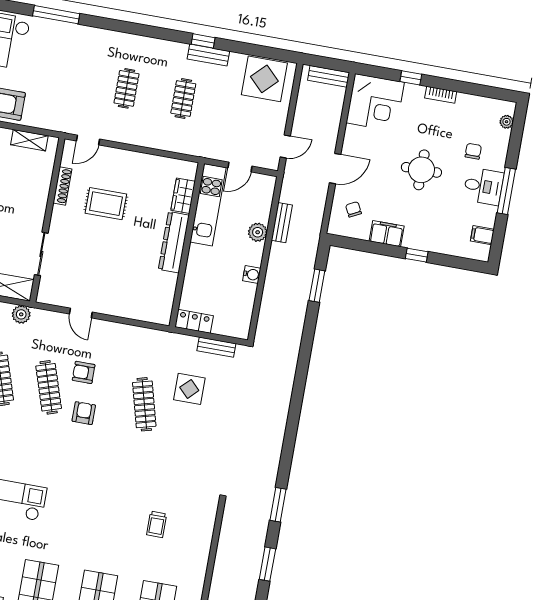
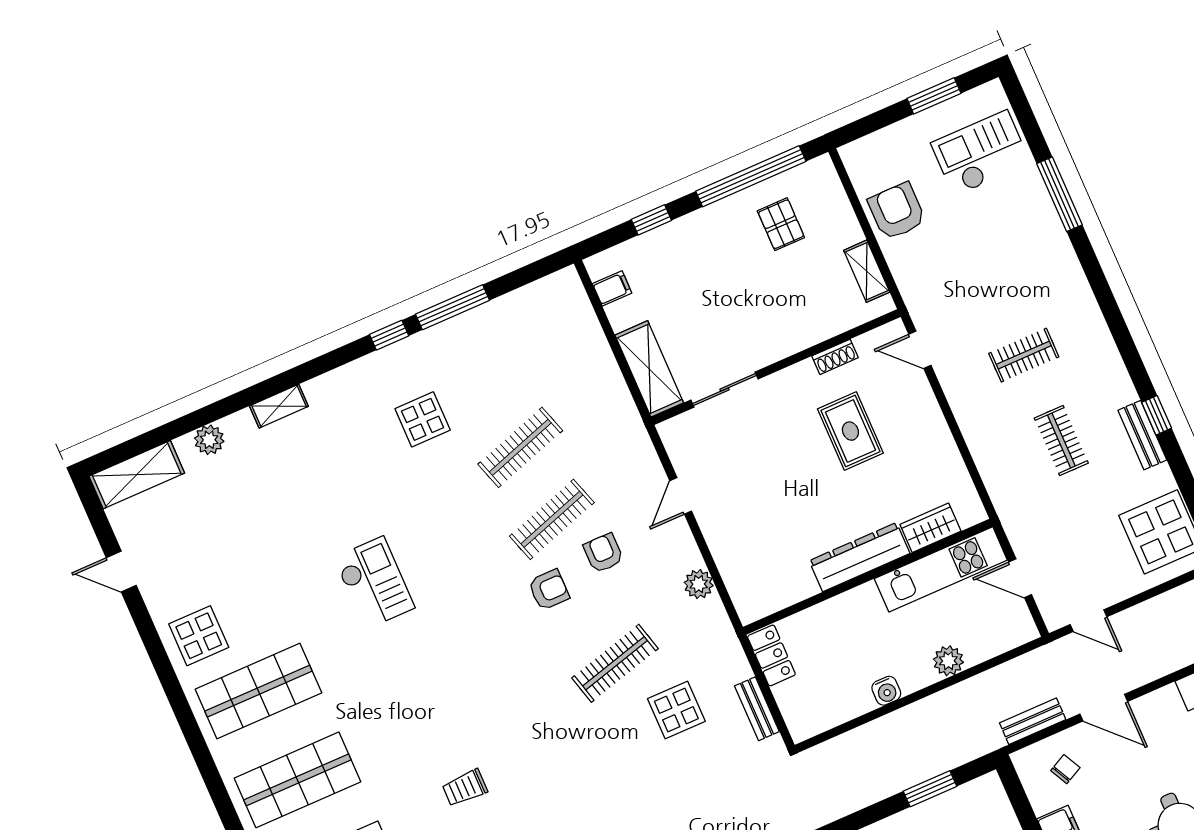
clothes rail: (183, 98) -> (1061, 441), turned 90
shoe rack: (62, 186) -> (835, 357), width x0.70
bench: (282, 223) -> (1033, 721), moved
plant: (21, 314) -> (699, 584), moved

